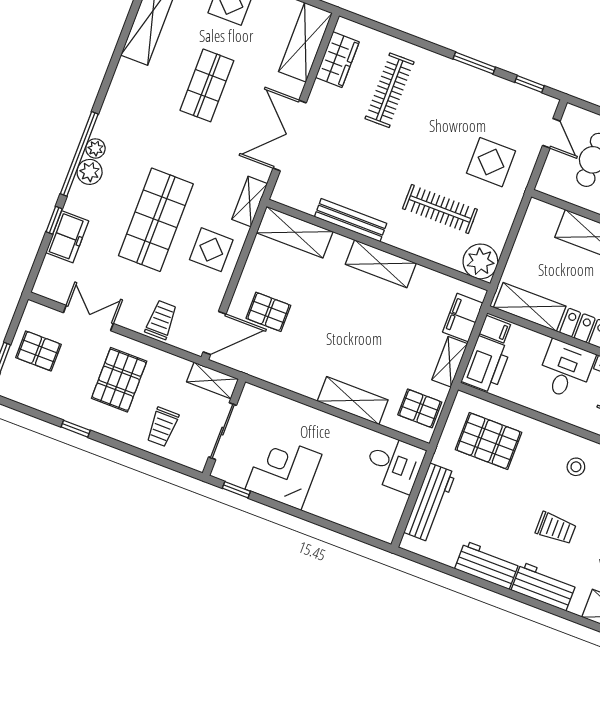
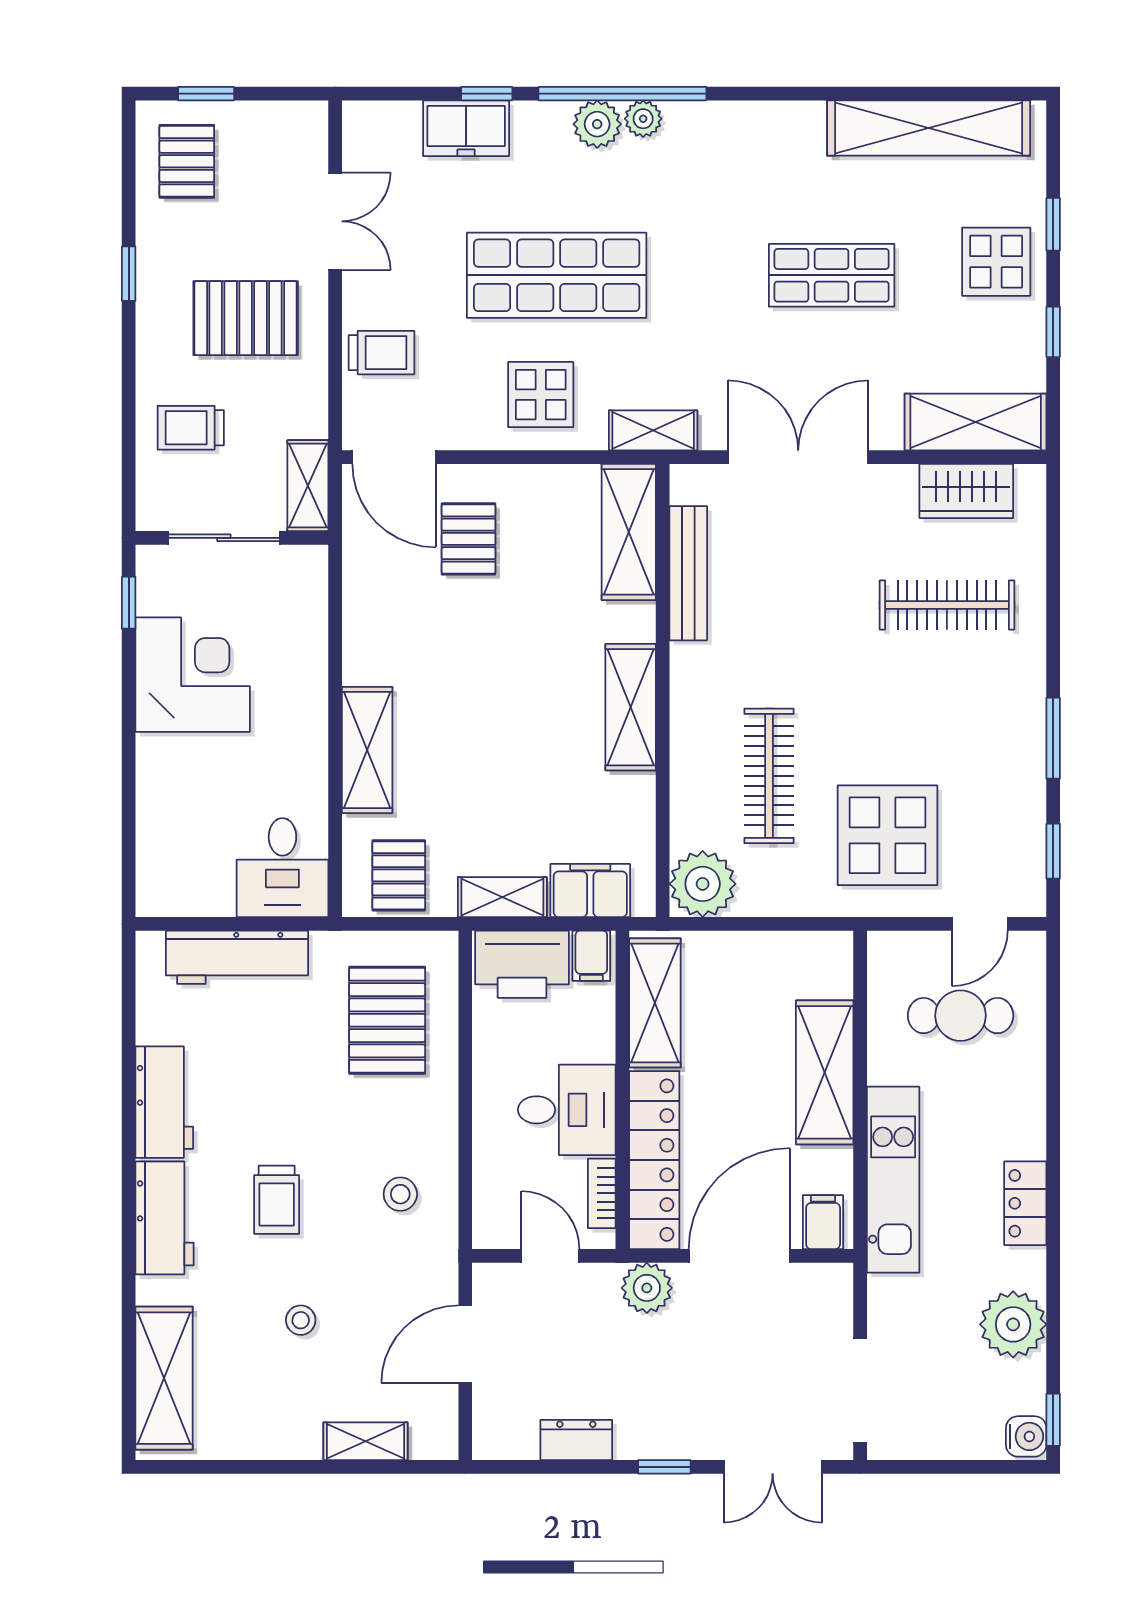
display table: (491, 162) -> (887, 835), width x1.36, depth x1.36
bench: (351, 220) -> (688, 573), moved
pallet: (38, 351) -> (187, 161), moved

